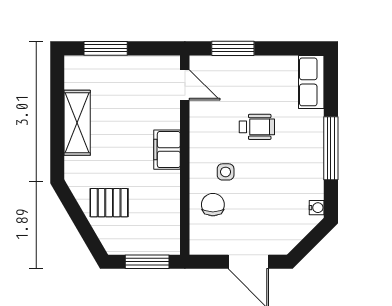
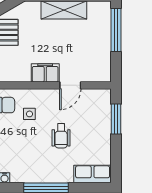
window: (106, 48) -> (116, 30), width x1.44
door: (185, 85) -> (70, 85), moved

